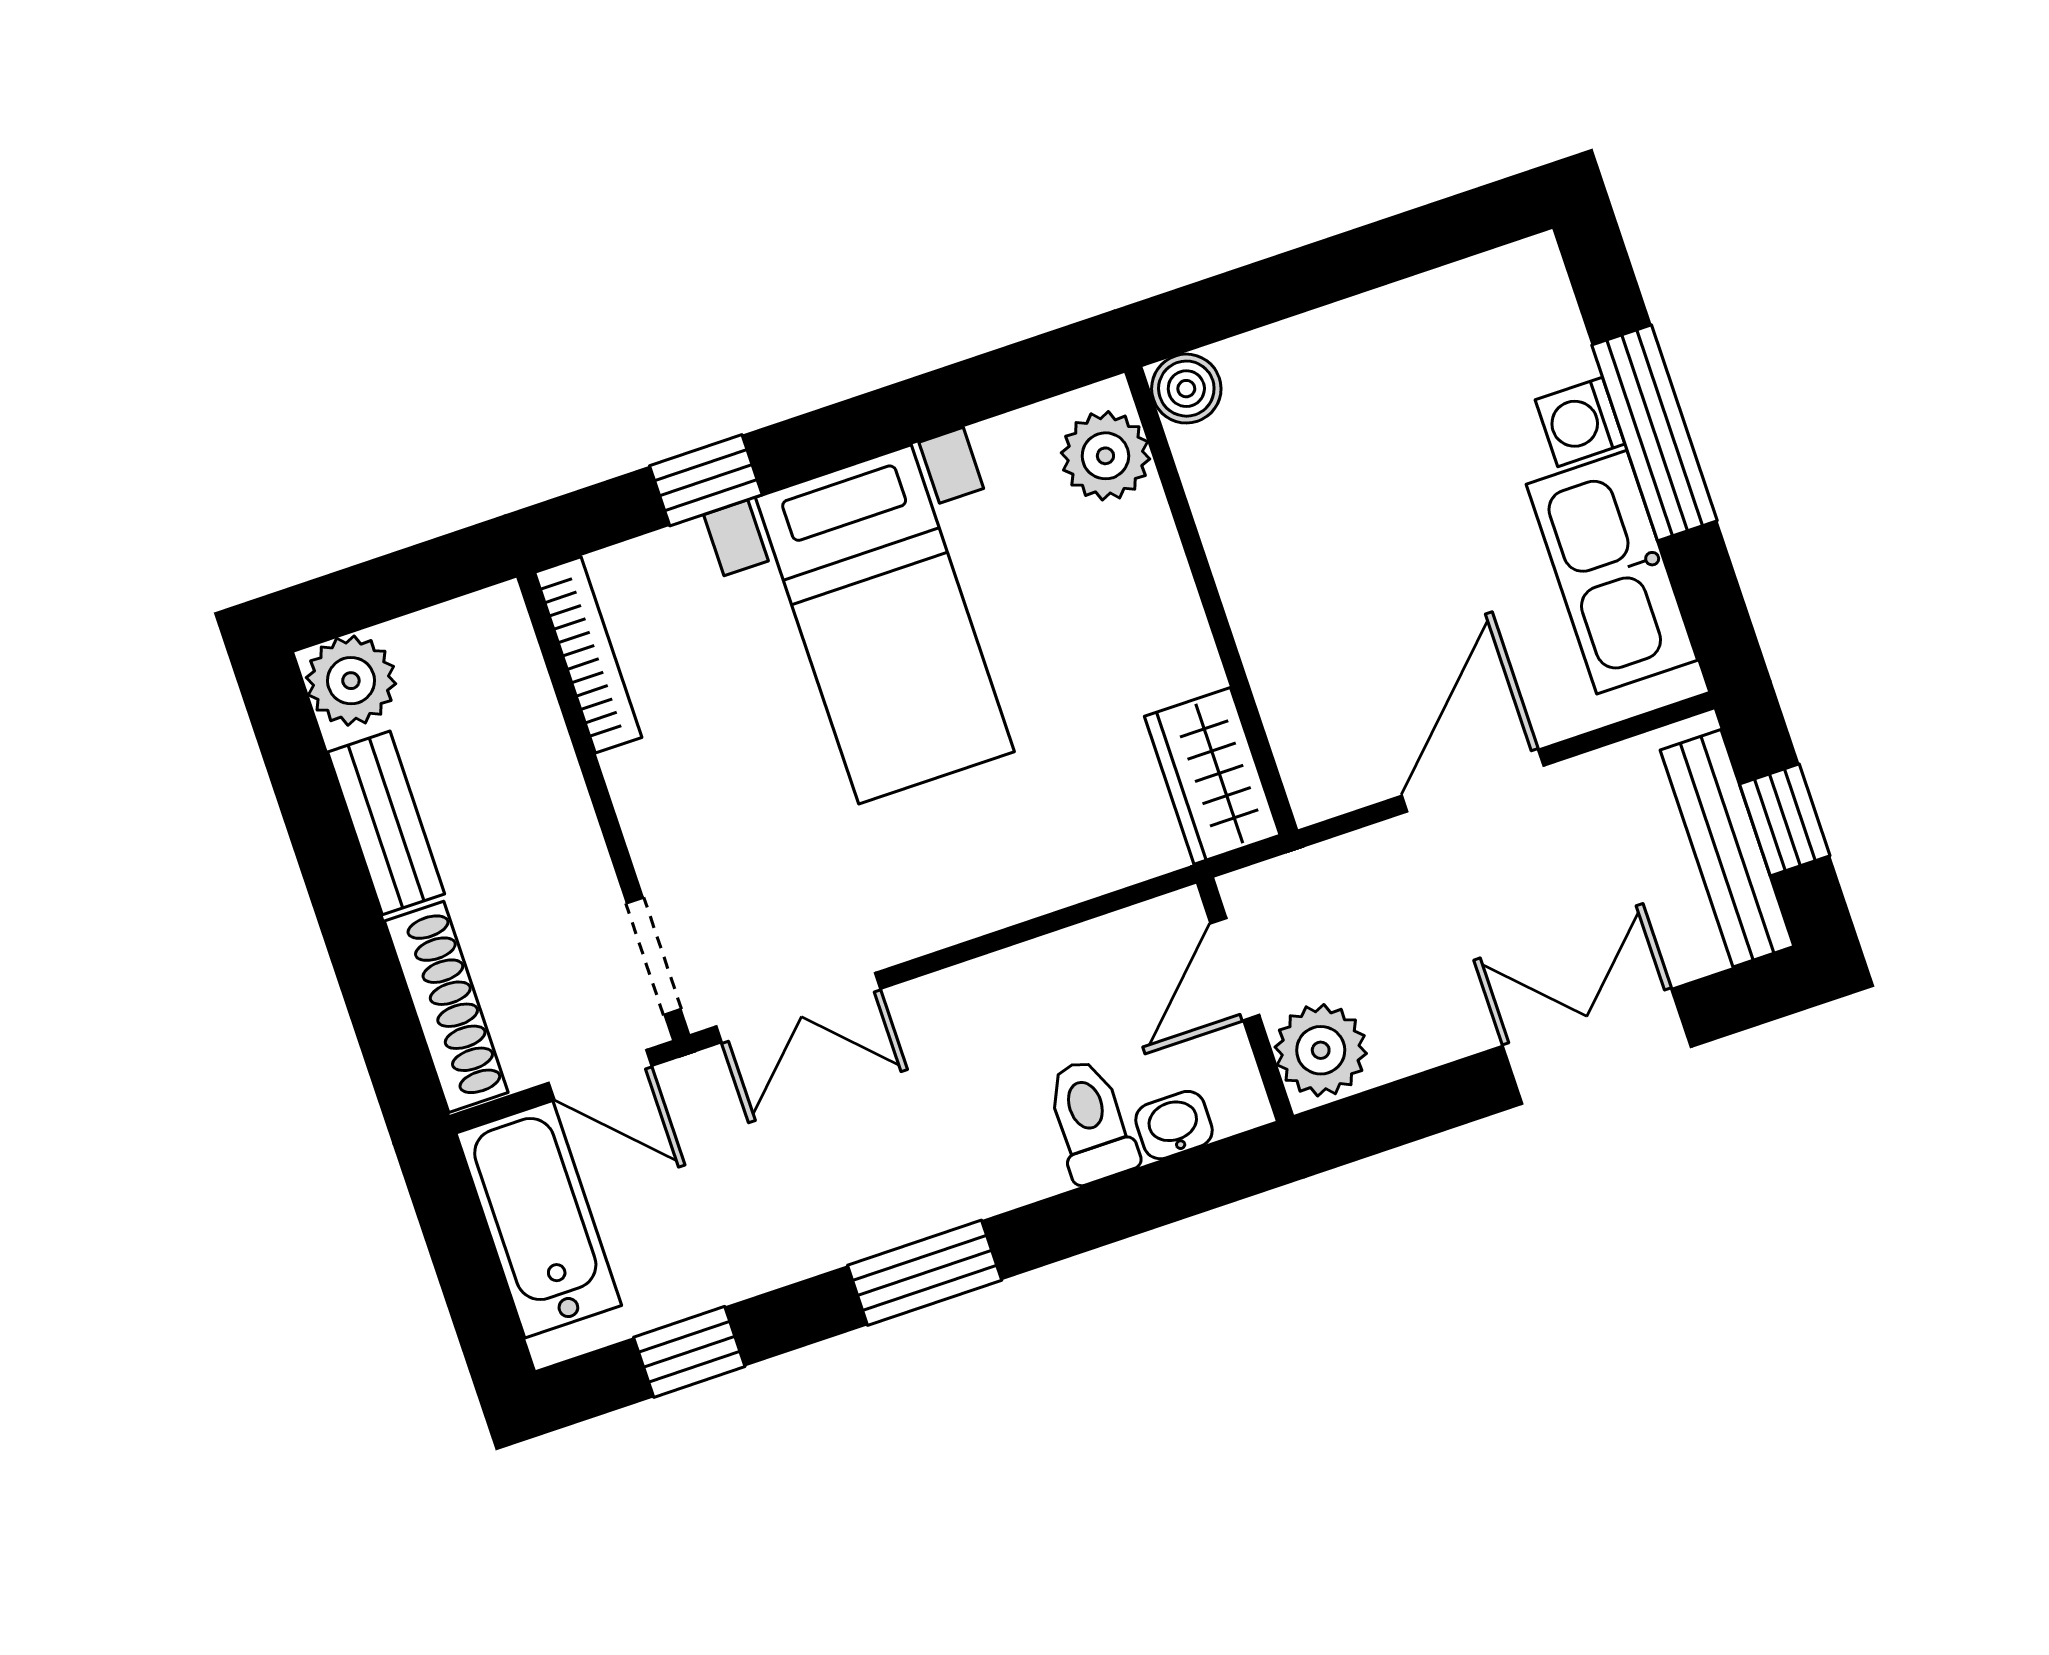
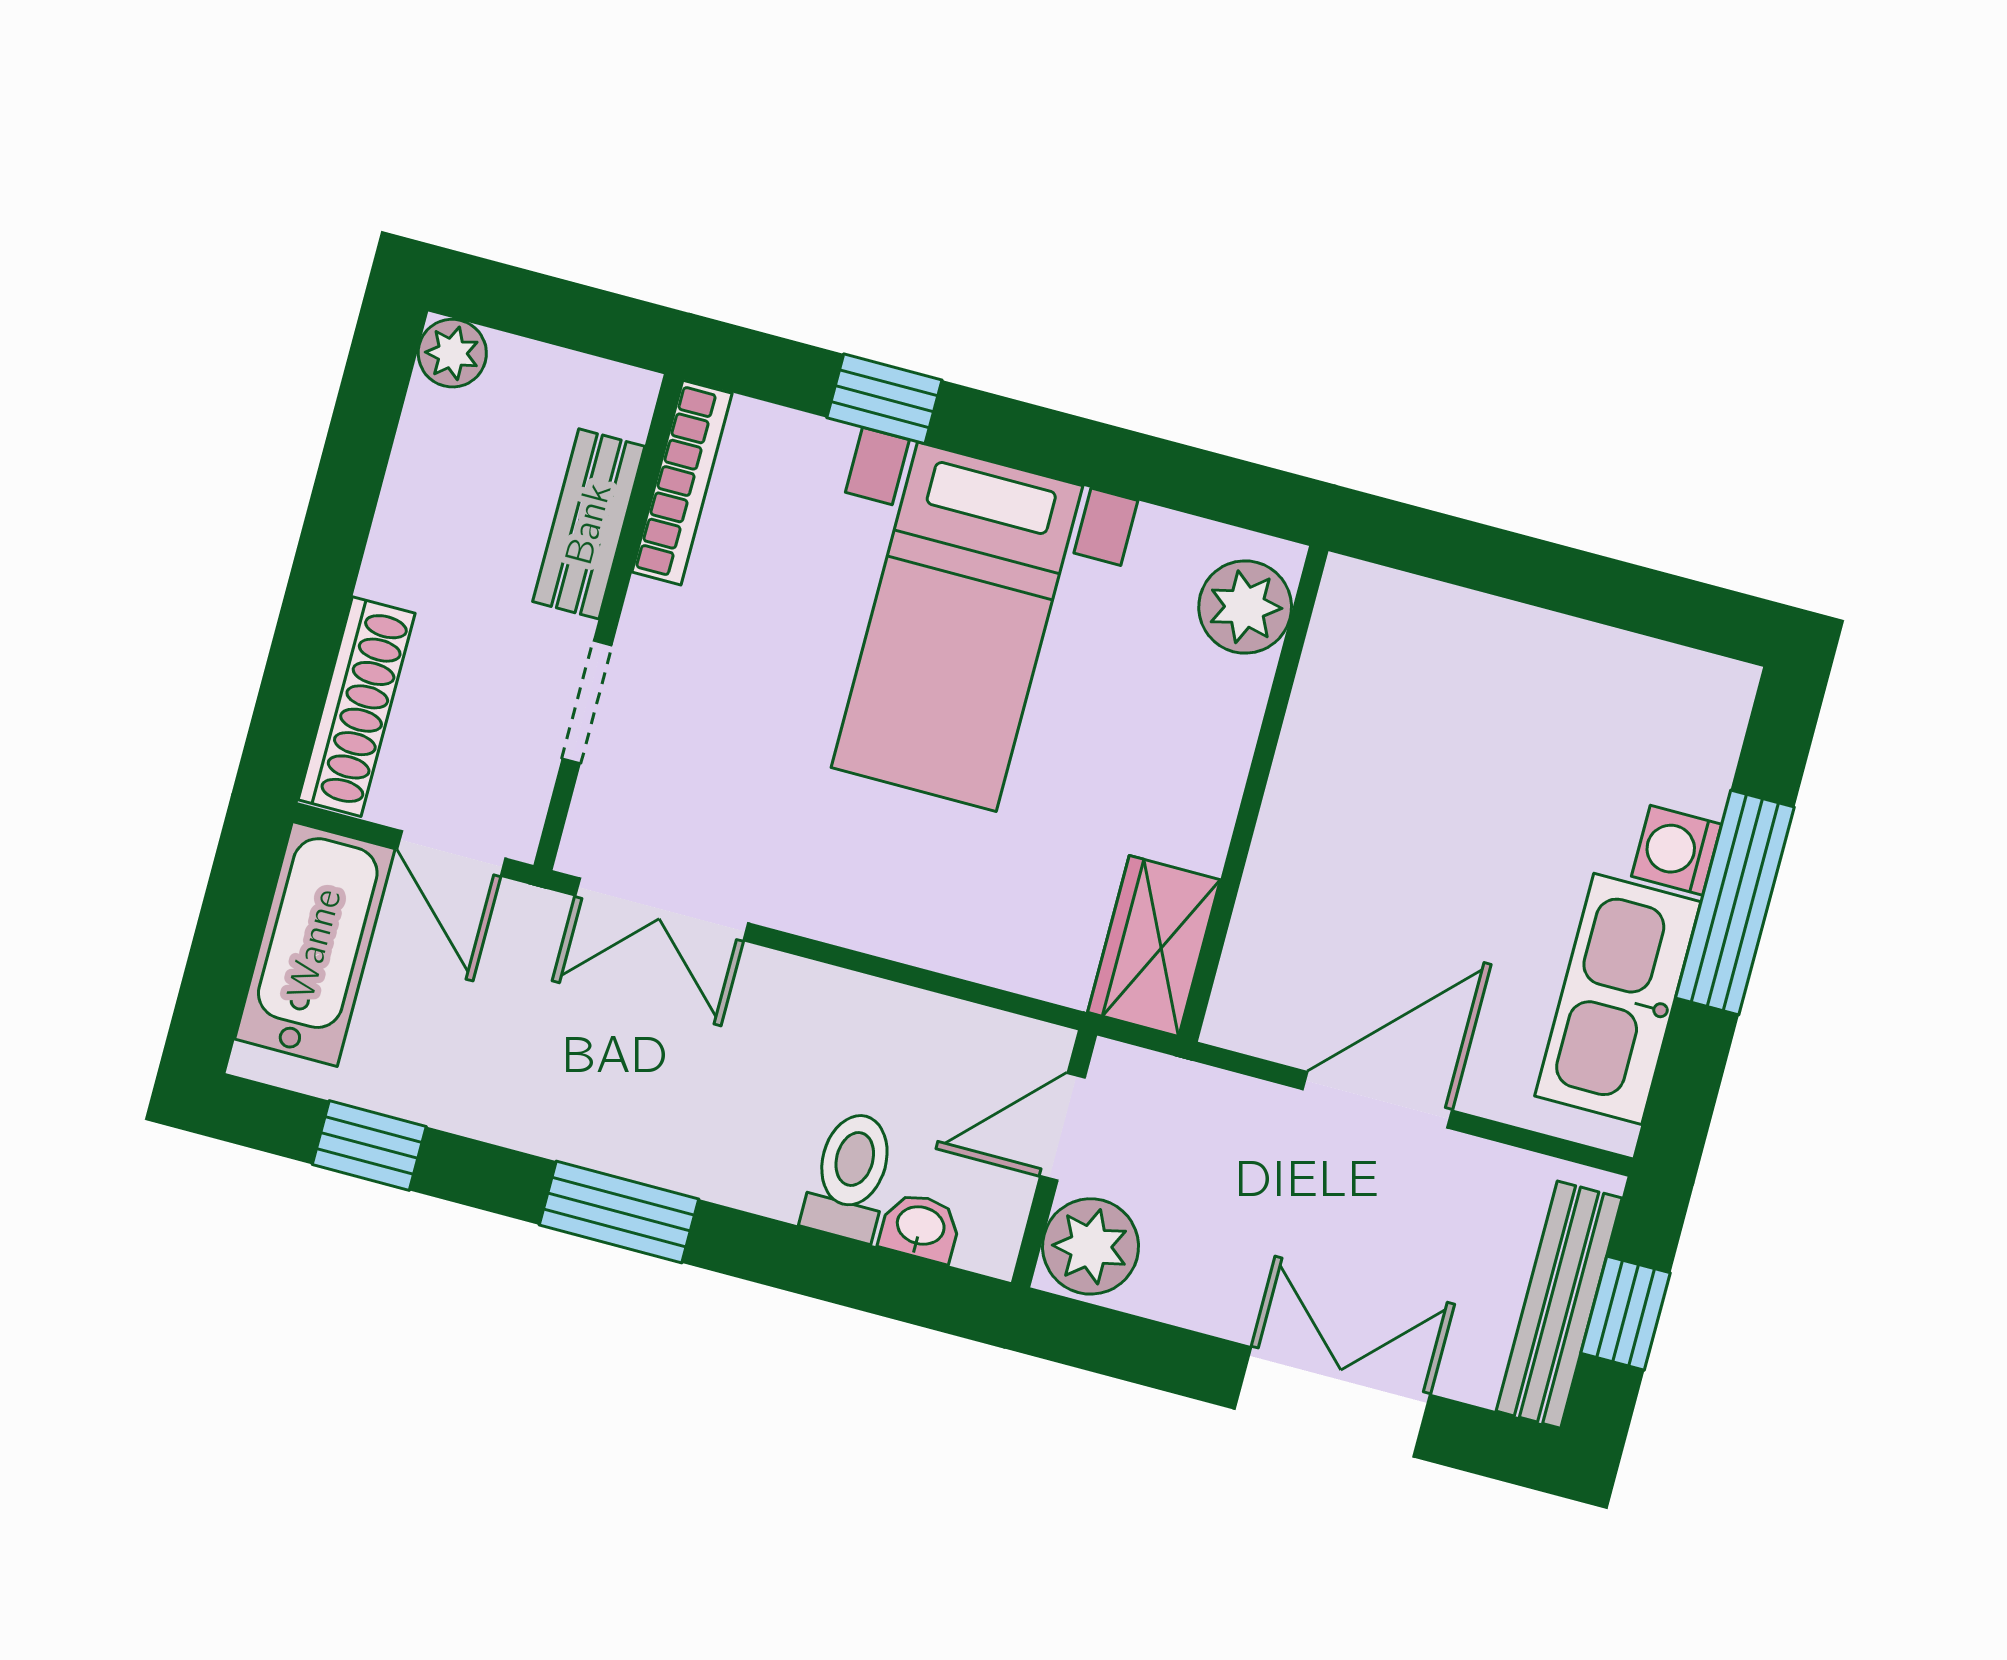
boiler: (1186, 389) -> (1354, 595), removed
plant: (351, 681) -> (452, 353), width x0.73, depth x0.73
bench: (386, 823) -> (589, 524), moved
doorway: (654, 956) -> (587, 702), moved

